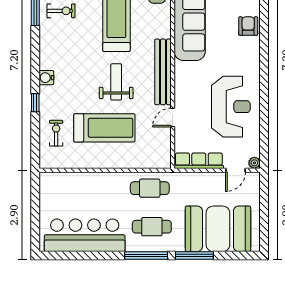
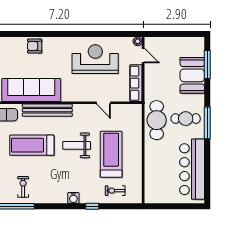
bench: (163, 72) -> (47, 110), moved
cafe table: (150, 188) -> (157, 120), width x1.37, depth x1.35
cafe table: (152, 227) -> (186, 119), turned 90
booth: (218, 229) -> (192, 75), width x0.73, depth x0.70
window: (194, 255) -> (207, 65), moved

